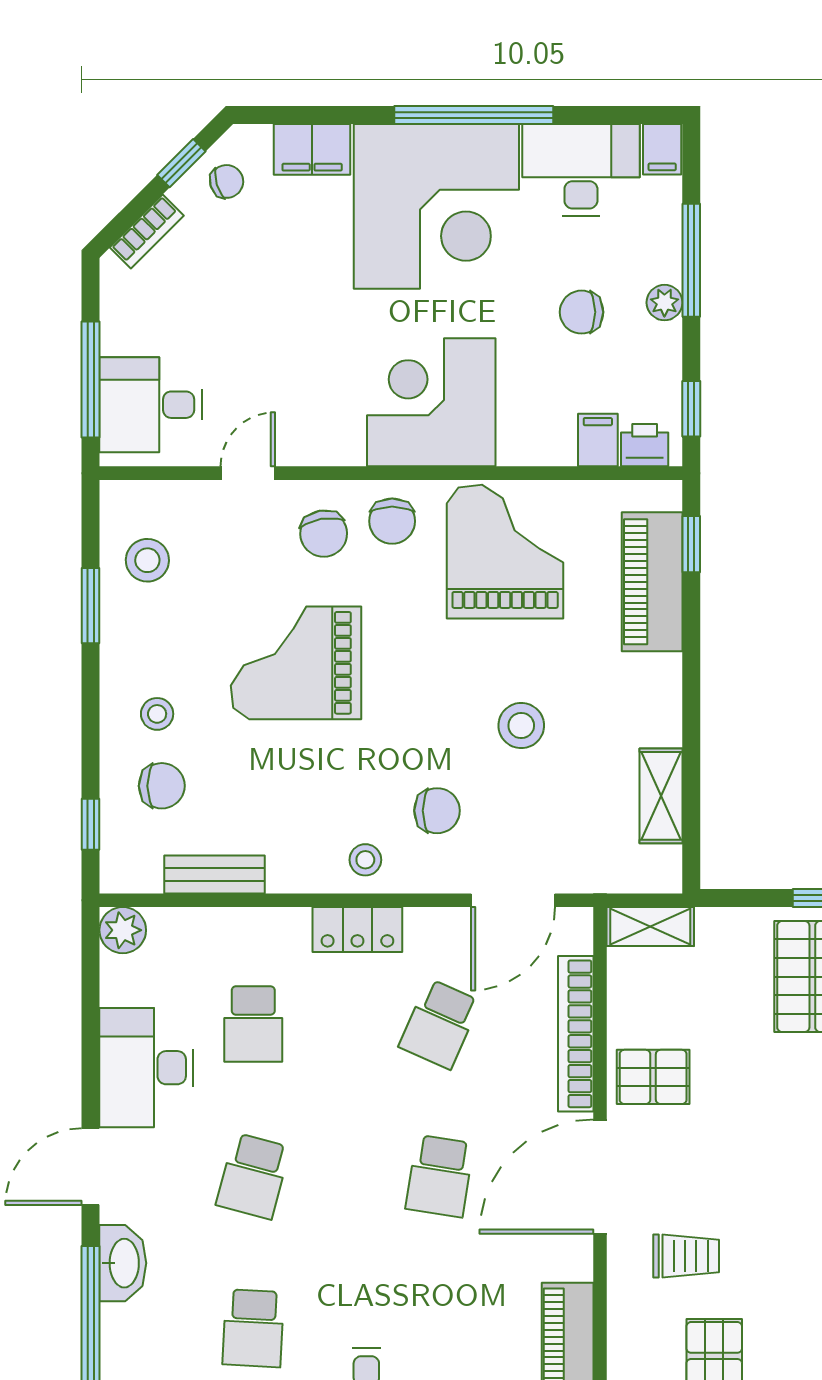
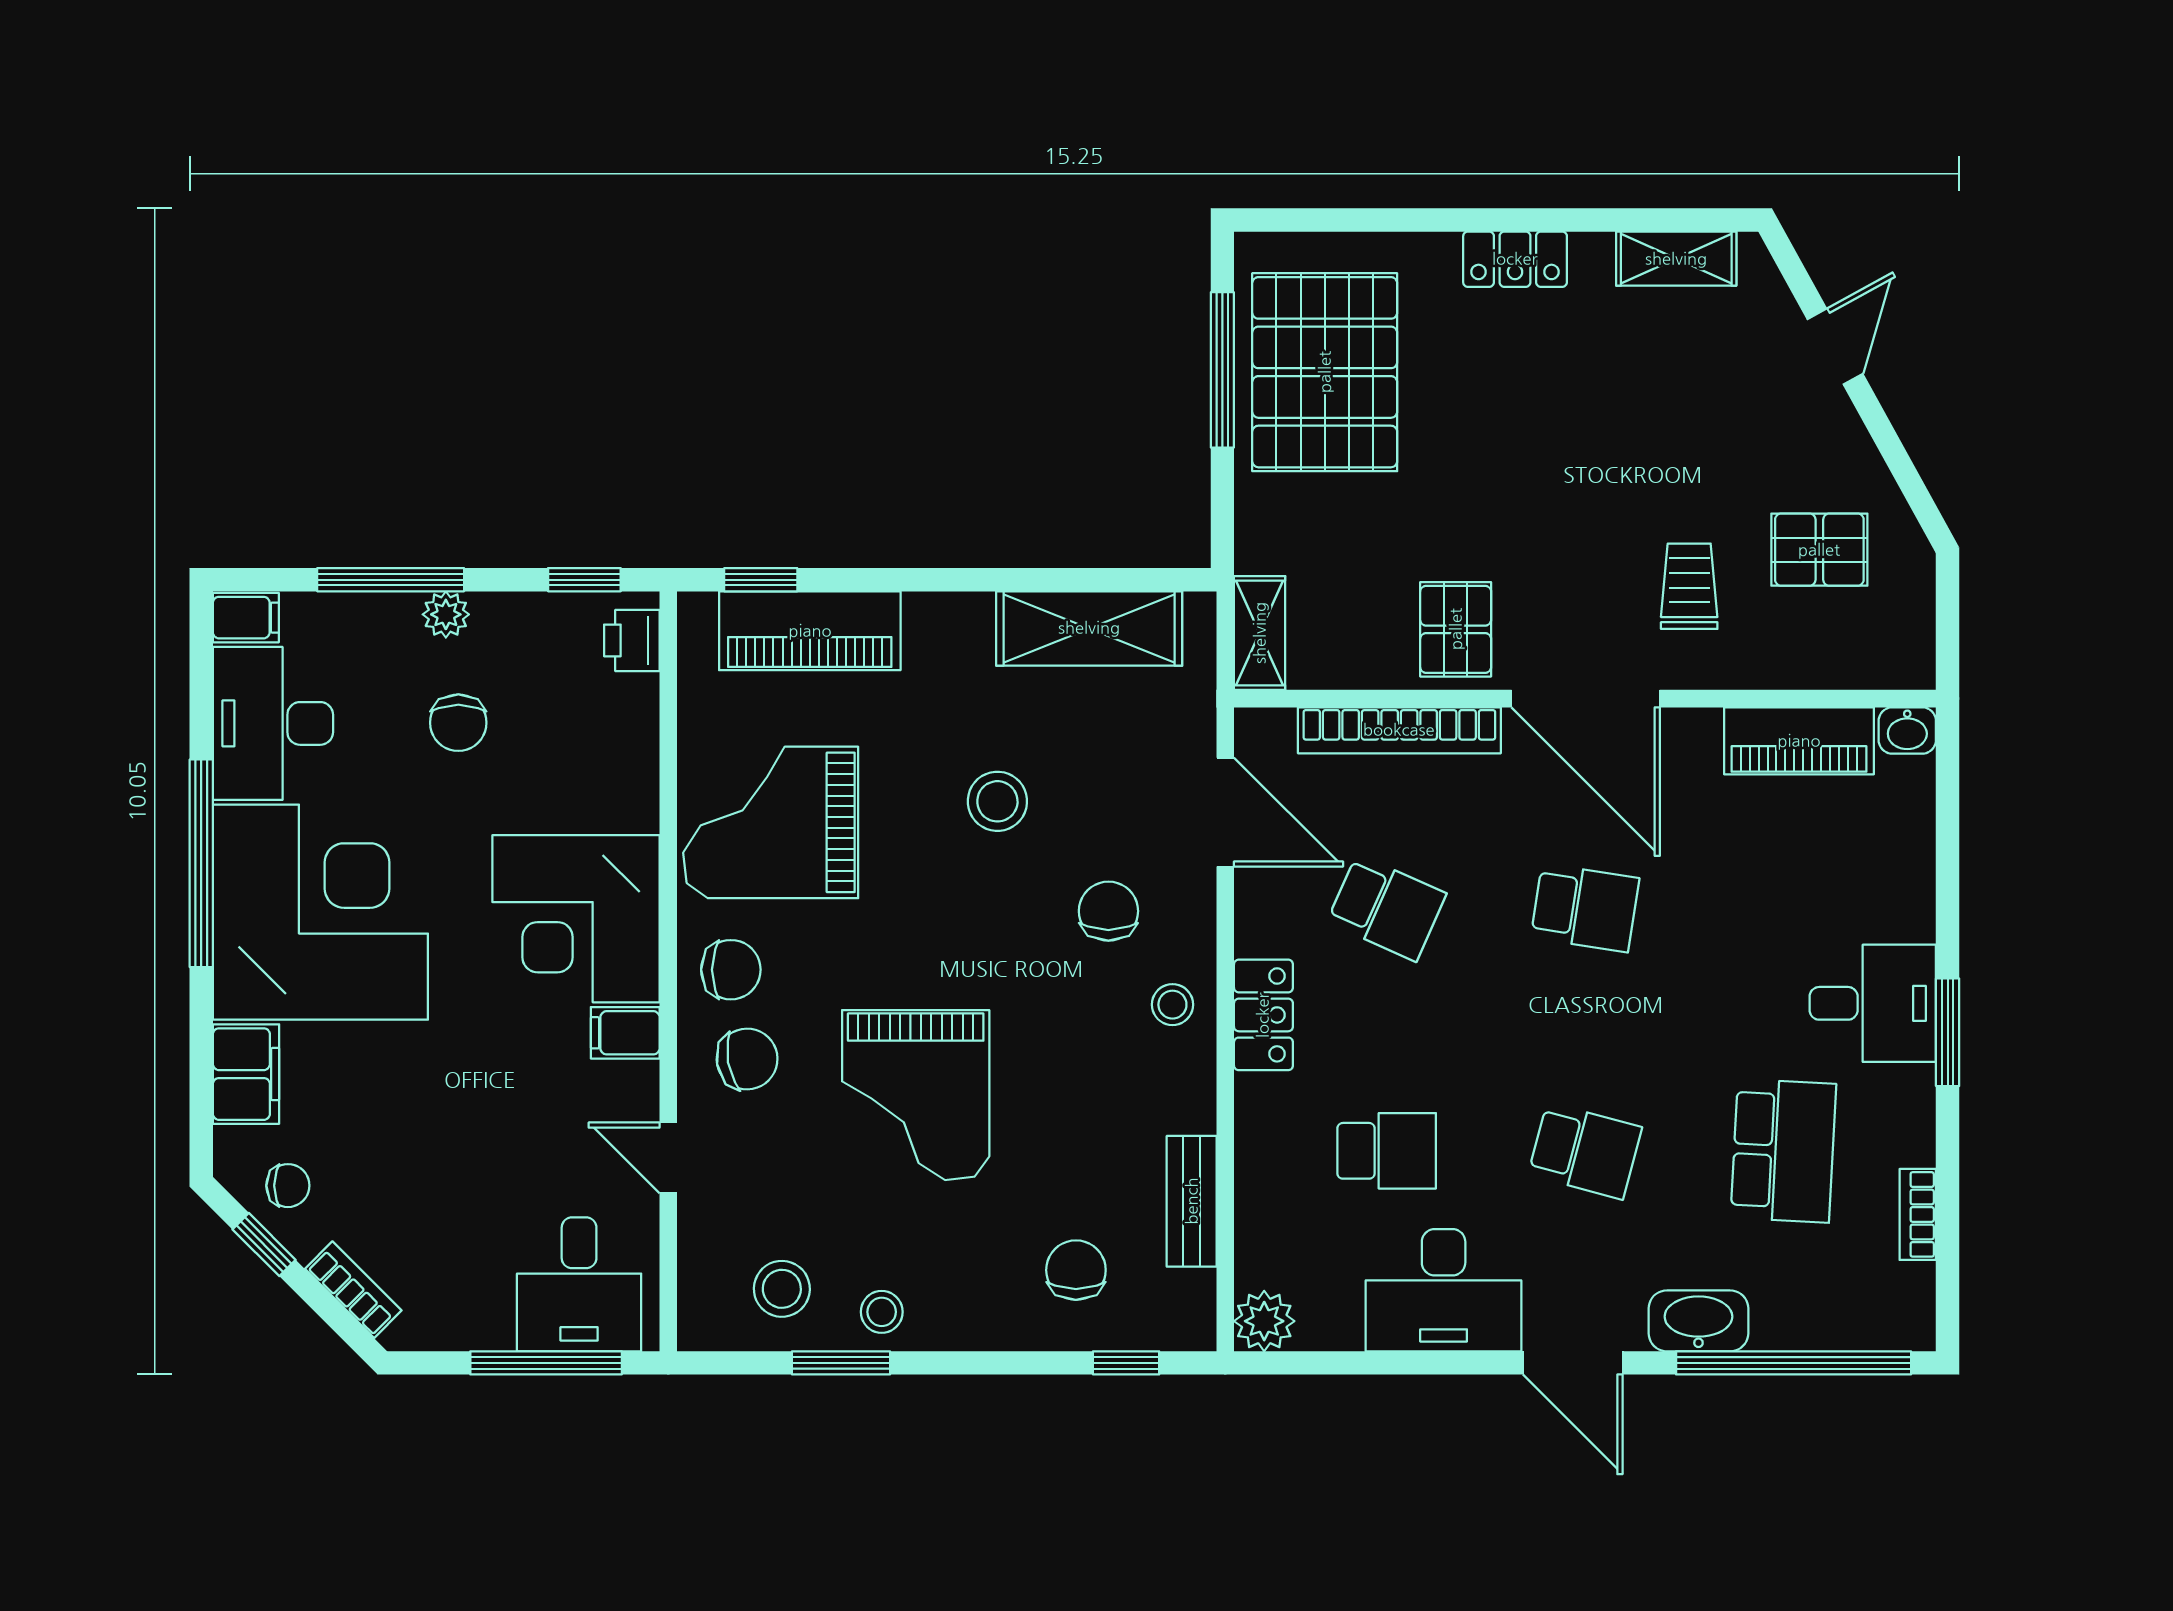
chair: (227, 181) -> (288, 1186), turned 107
filing cabinet: (598, 440) -> (625, 1033), moved
stool: (157, 714) -> (882, 1312), moved
shelving: (661, 796) -> (1089, 628), width x1.50, depth x1.33
school desk: (253, 1328) -> (1783, 1151), width x1.85

